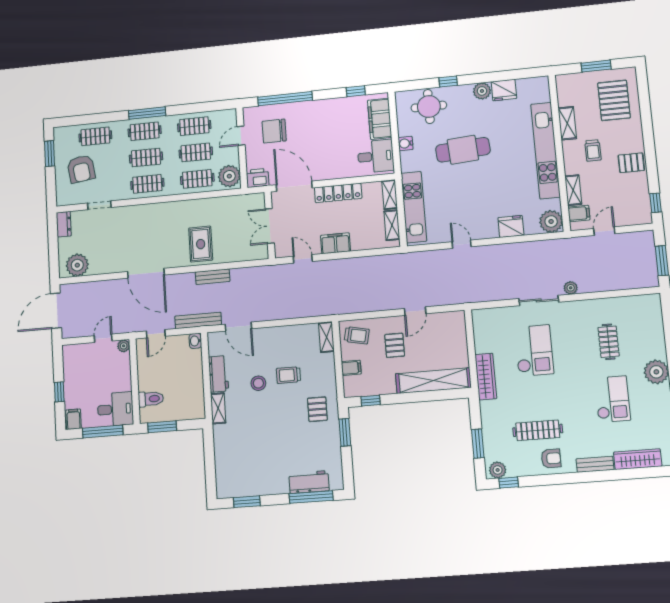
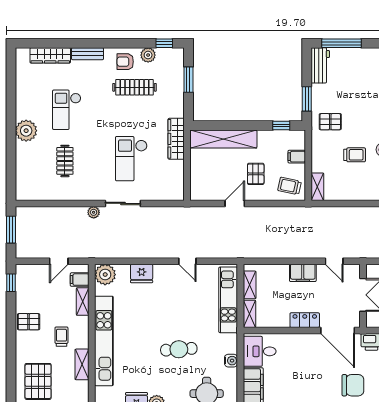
cafe table: (463, 150) -> (179, 349), width x0.73, depth x0.74
locker: (338, 193) -> (305, 320), width x0.66
pallet: (317, 409) -> (330, 122), turned 90
plant: (498, 470) -> (148, 55), moved
workbench: (309, 482) -> (320, 65), moved, turned -90

